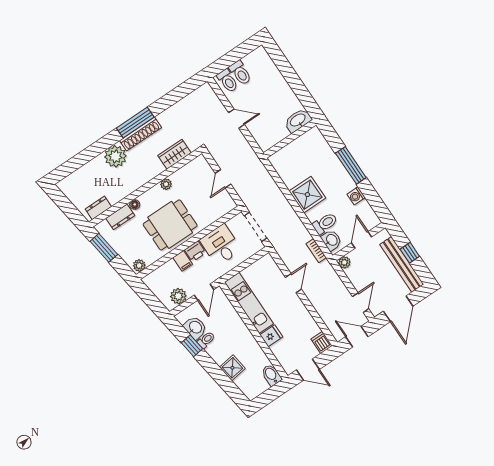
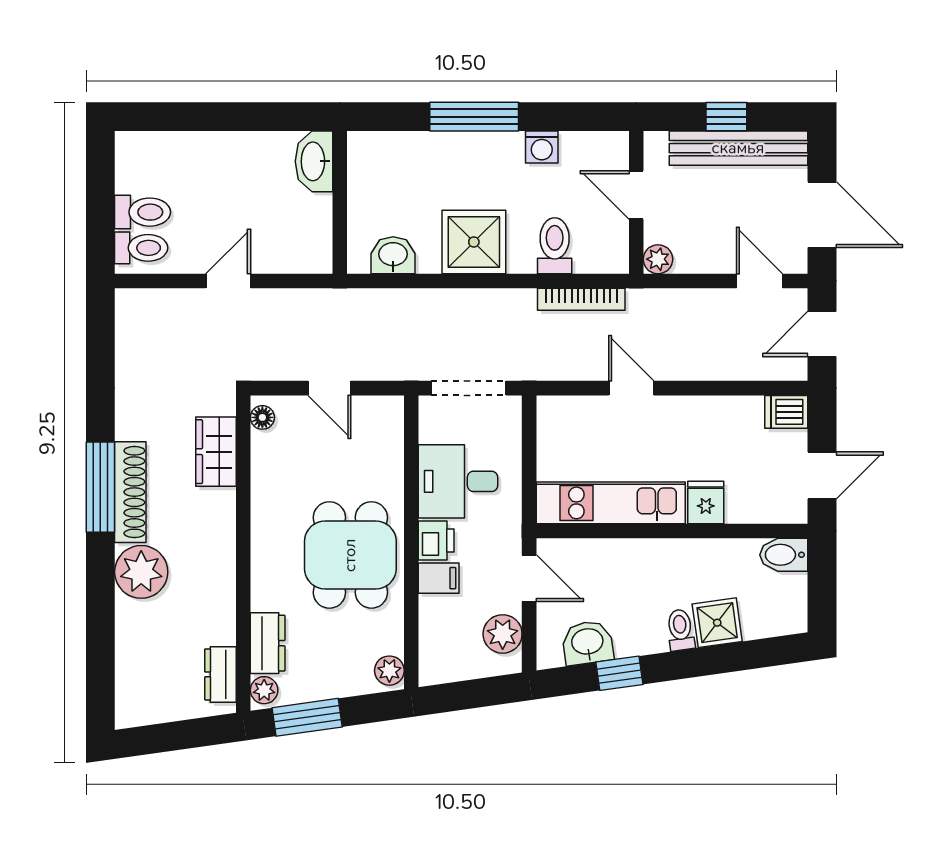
plant: (166, 184) -> (264, 690), moved
floor lamp: (135, 204) -> (262, 417), moved
washbasin: (331, 240) -> (393, 255), moved
bookcase: (316, 251) -> (581, 299), width x1.56
toilet: (206, 340) -> (680, 630), moved

